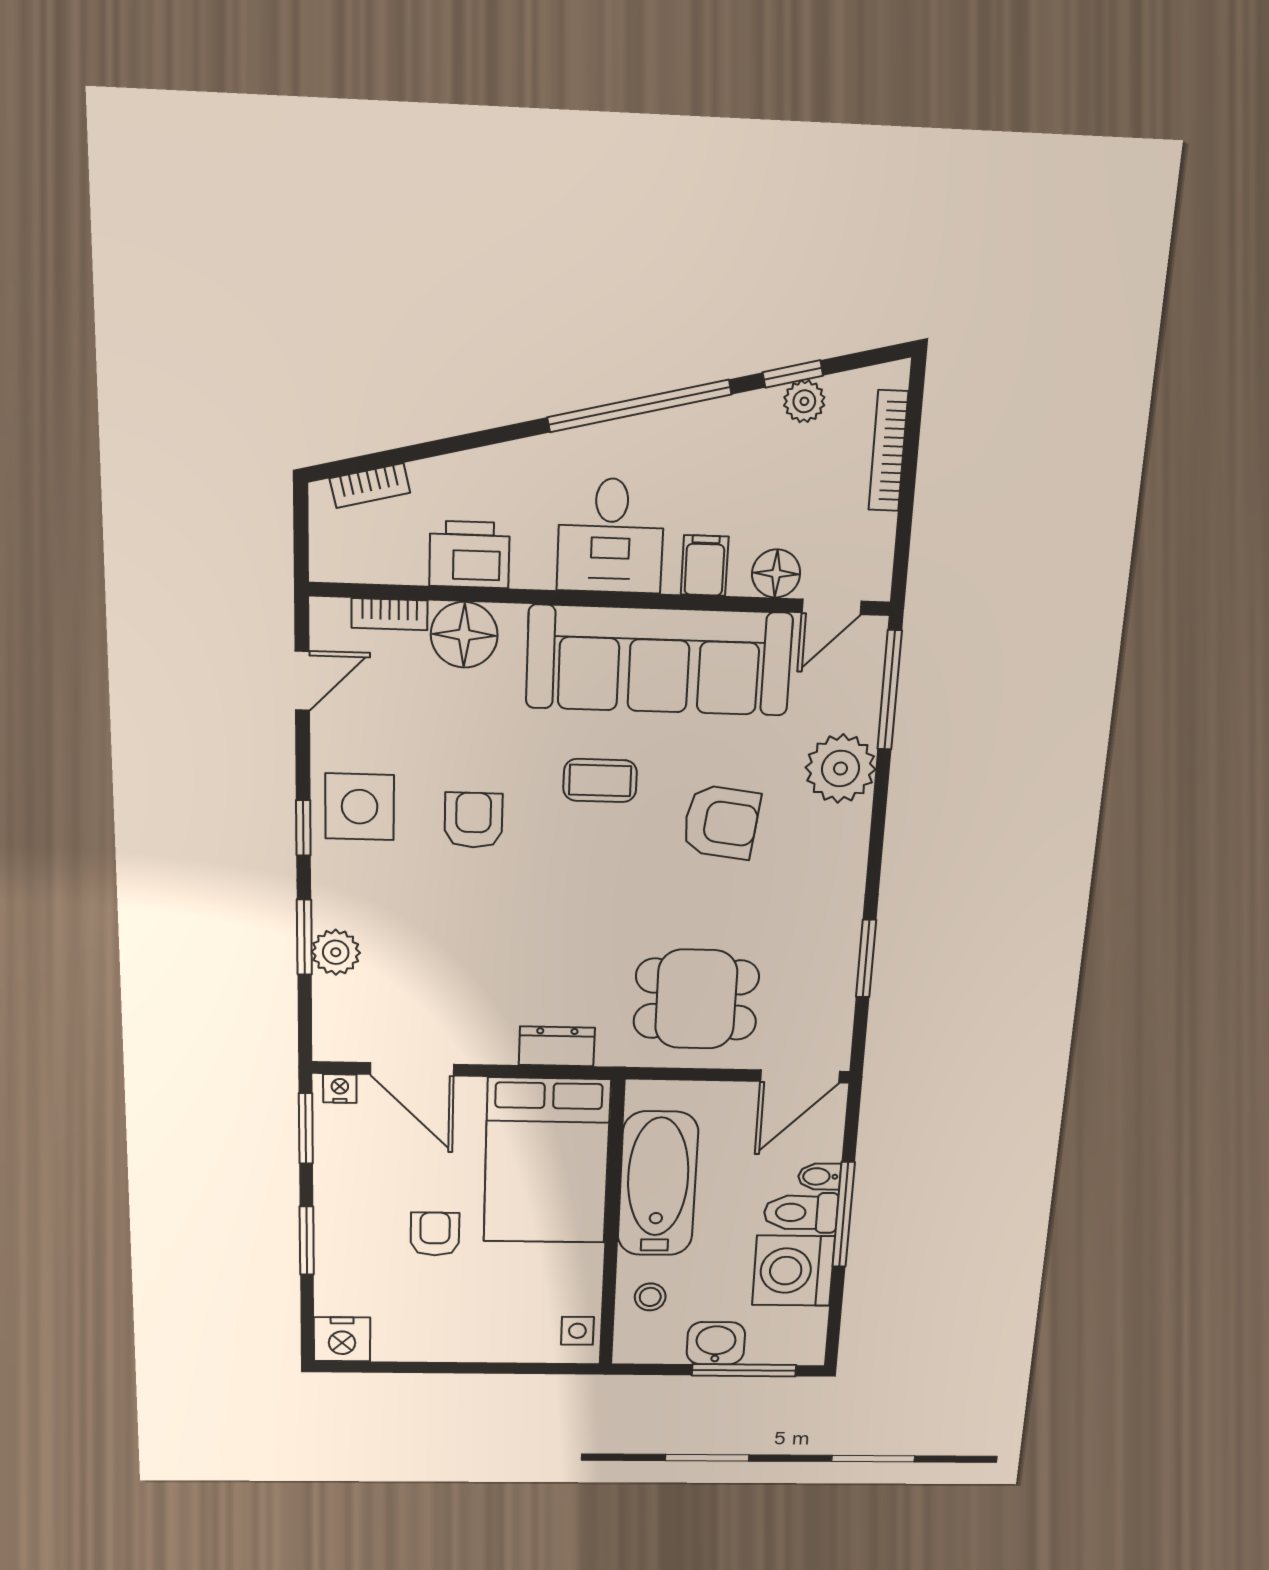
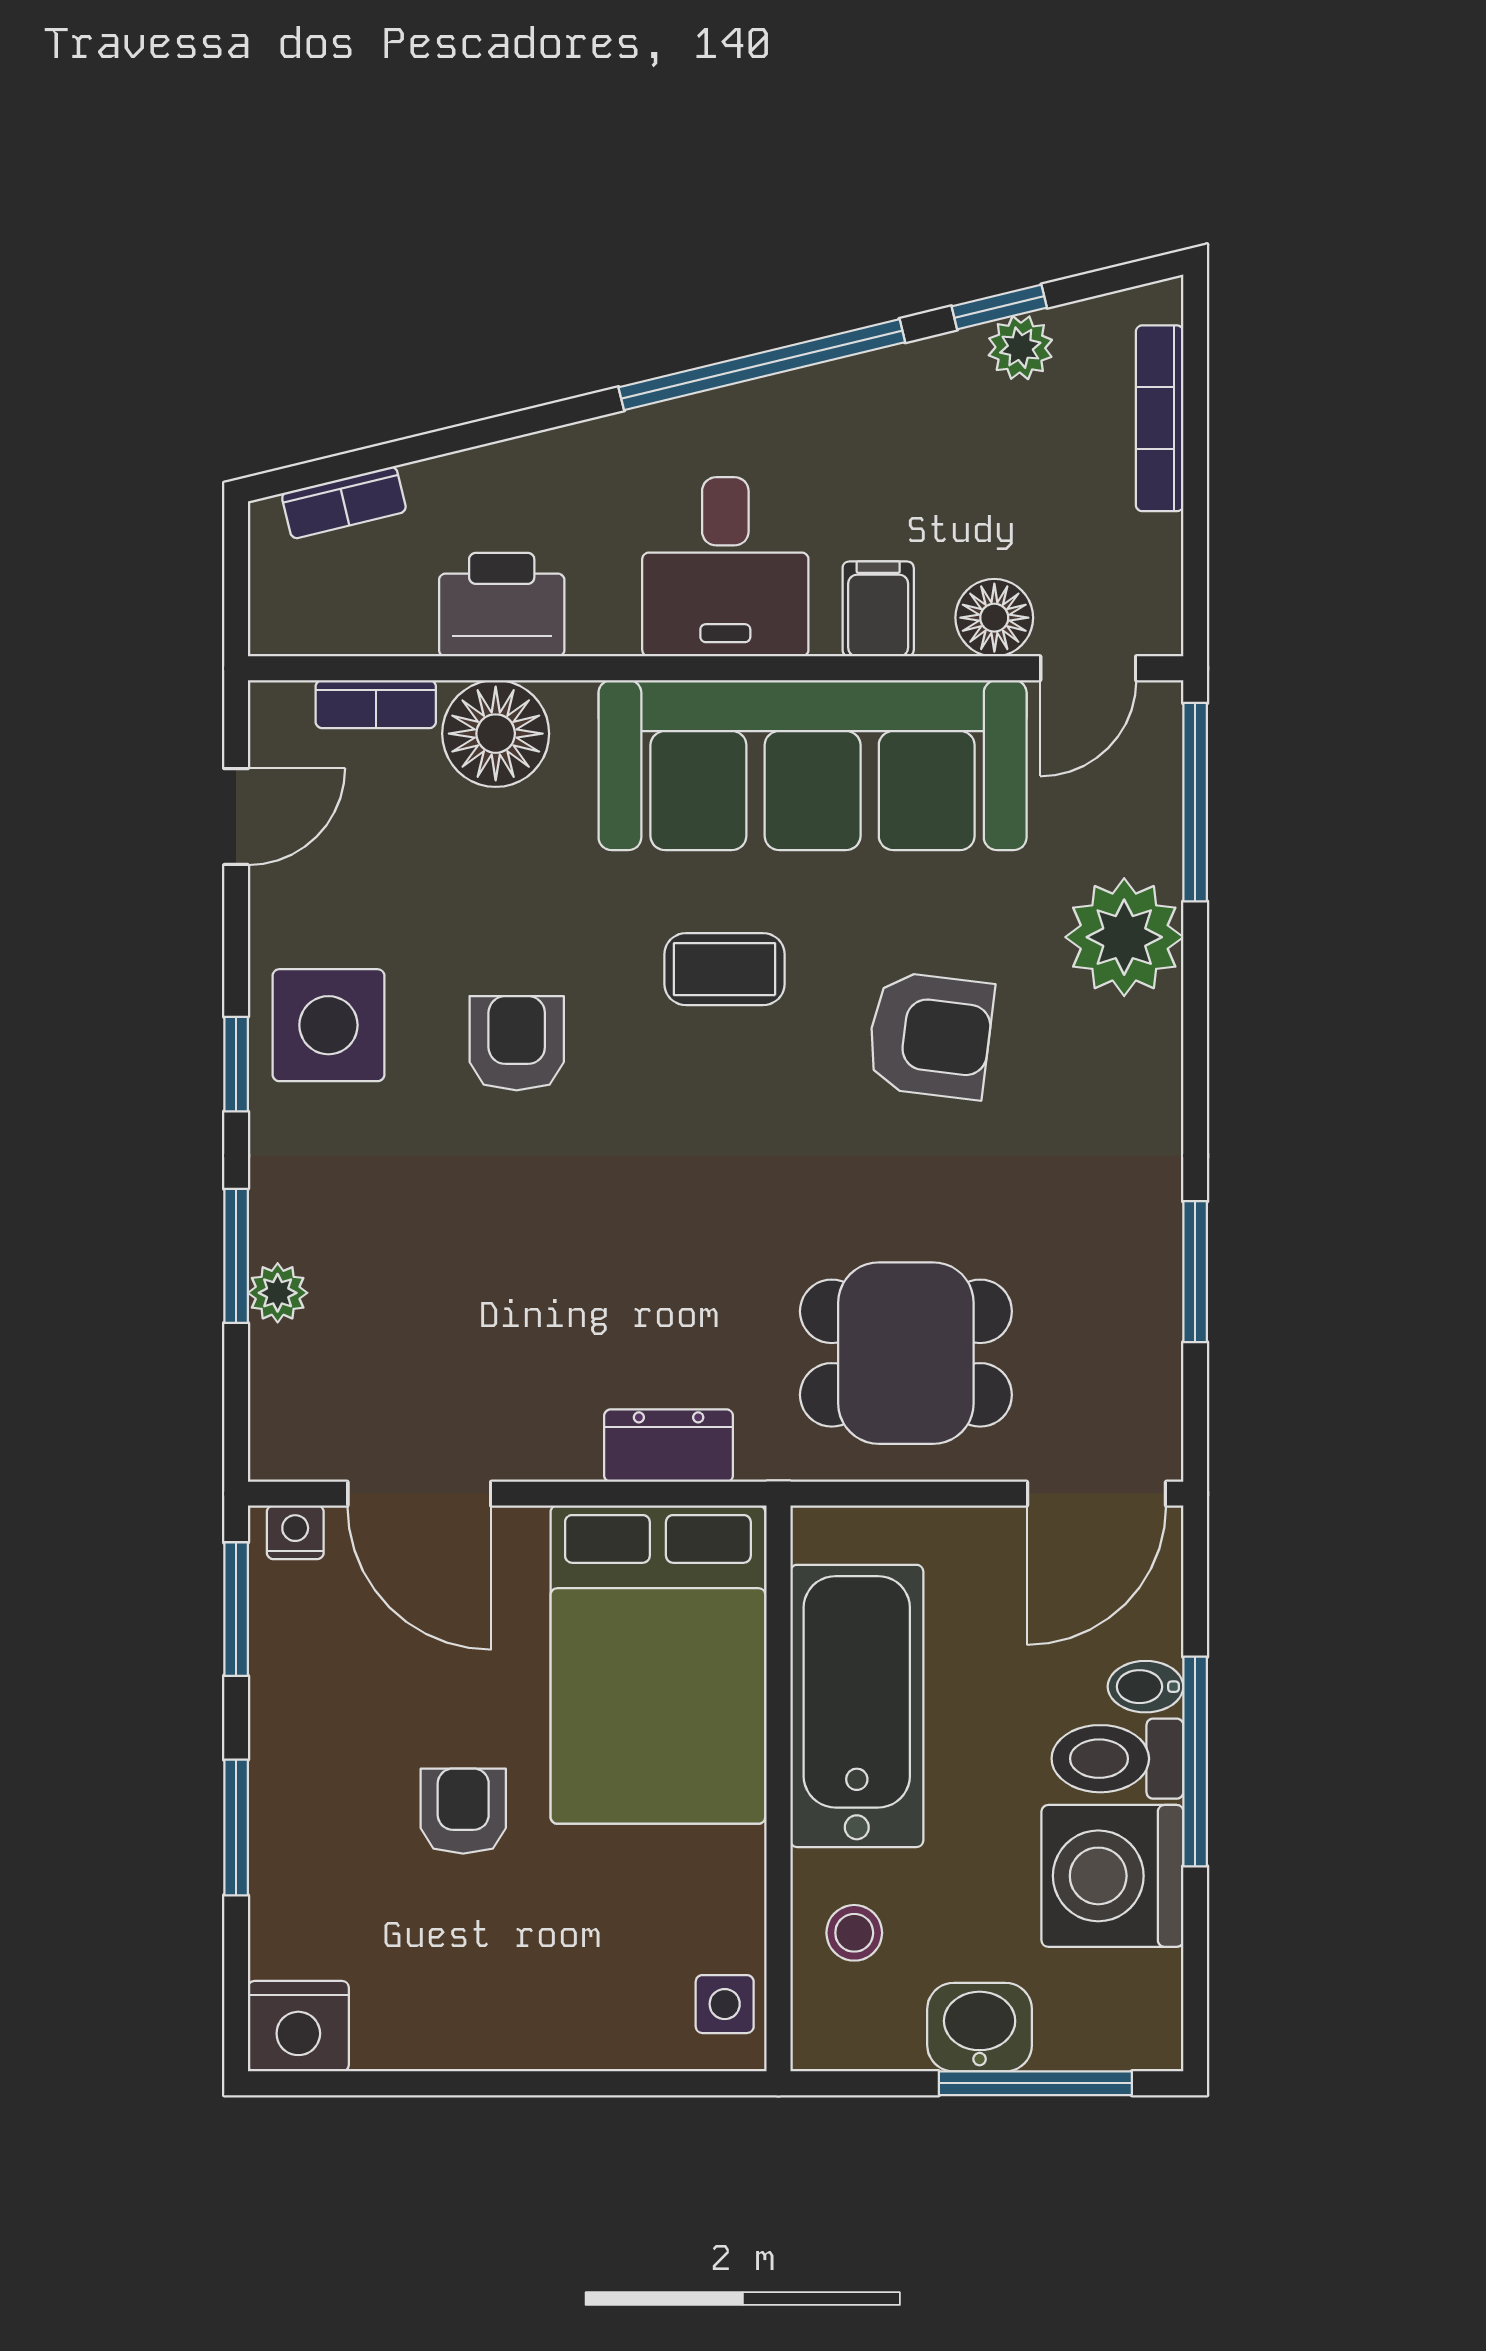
plant: (336, 952) -> (278, 1293), width x0.73, depth x0.73

